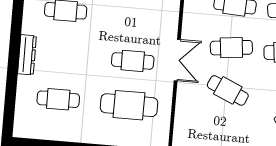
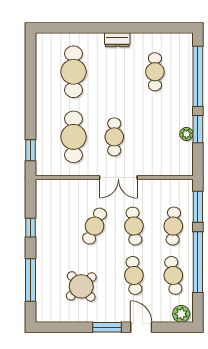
dresser: (27, 55) -> (117, 40), width x0.70
cafe table: (58, 99) -> (74, 72), width x1.37, depth x1.35

